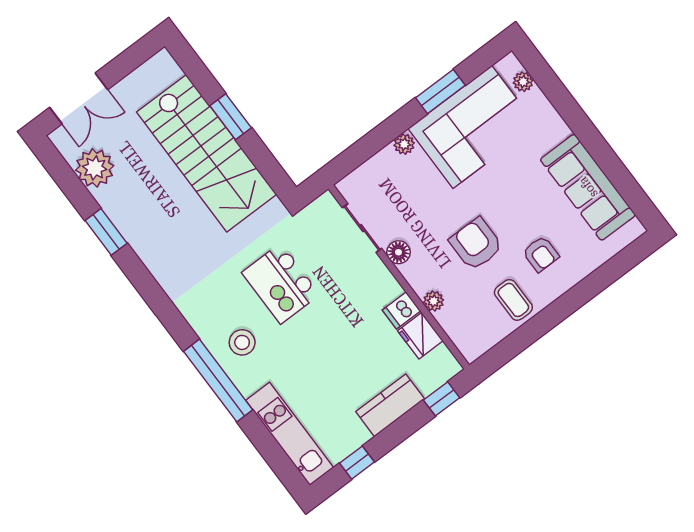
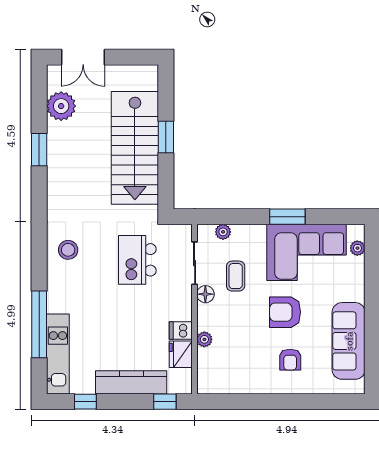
window: (440, 92) -> (287, 217), moved
plant: (404, 144) -> (223, 232), moved
armchair: (476, 244) -> (285, 312), moved, turned -90
kitchen island: (281, 284) -> (137, 260), moved
coffee table: (513, 300) -> (236, 276), moved
stool: (242, 342) -> (68, 250), moved
window: (218, 381) -> (39, 324), moved
kitchen counter: (390, 405) -> (131, 382), width x1.50

